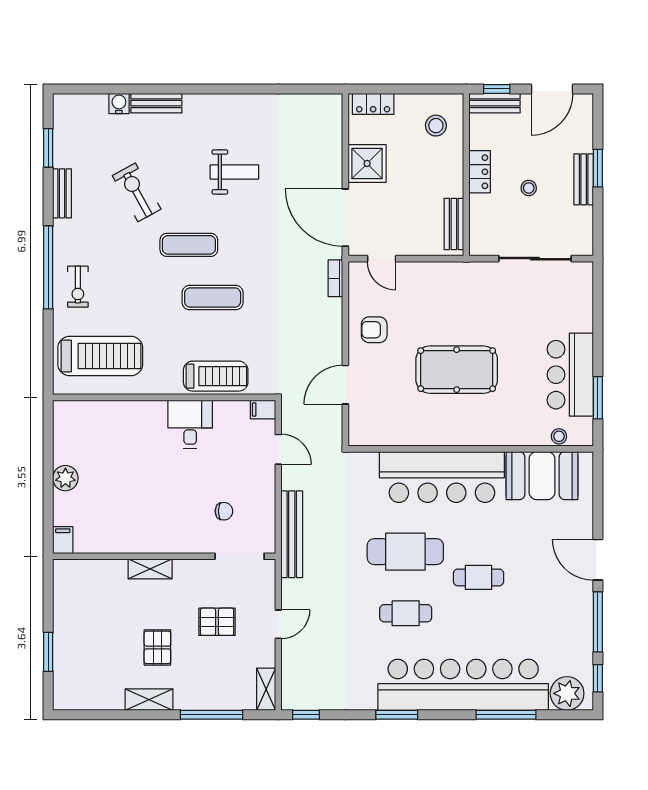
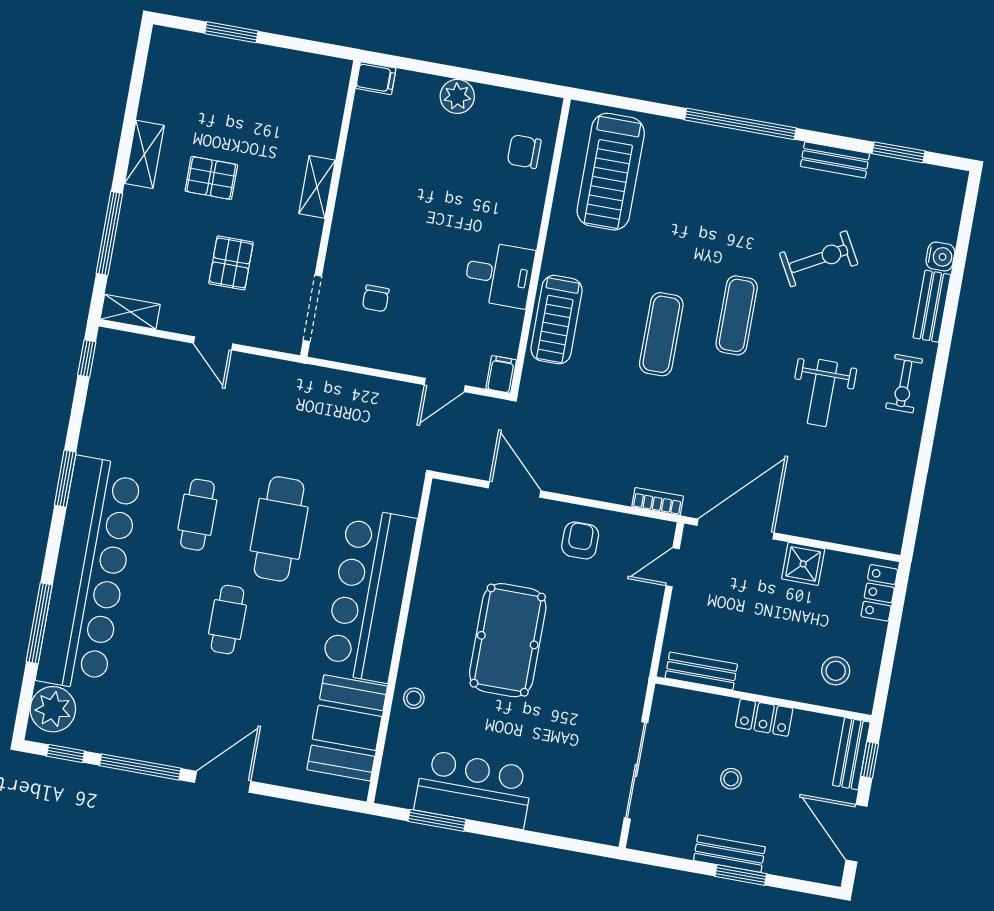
shower: (367, 163) -> (803, 564), width x0.73, depth x0.73
exercise bike: (78, 287) -> (904, 384), moved, turned -90
chair: (97, 422) -> (524, 152), added
stool: (559, 436) -> (414, 698), moved
bench: (292, 534) -> (329, 383), removed

